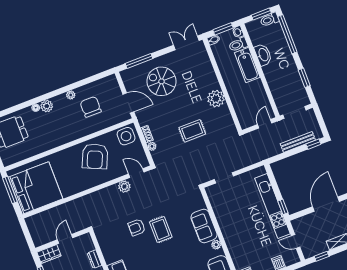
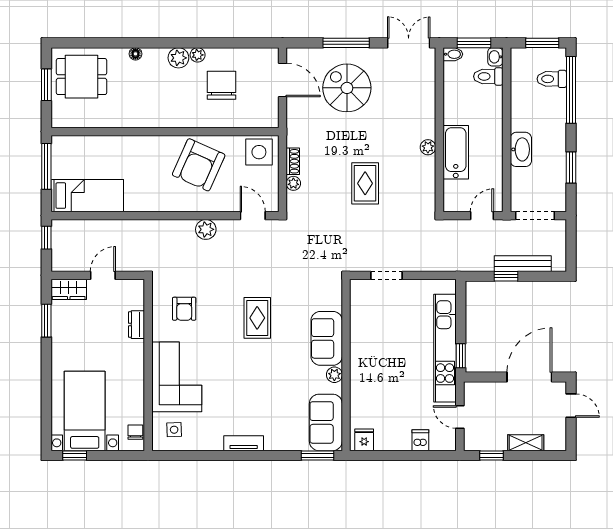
toilet: (269, 20) -> (552, 79), moved
washbasin: (263, 55) -> (521, 149), moved
window: (139, 61) -> (346, 43), moved
bathtub: (247, 65) -> (456, 152), moved, turned 180
plant: (216, 99) -> (428, 147), width x0.53, depth x0.53
door: (128, 103) -> (283, 80), moved
plant: (47, 106) -> (178, 58), moved
rug: (192, 131) -> (365, 183), turned 90
window: (313, 144) -> (506, 276), moved
plant: (124, 187) -> (206, 229), moved
bed: (35, 188) -> (87, 196), width x0.49
armchair: (137, 227) -> (184, 309), moved, turned -90
window: (25, 230) -> (46, 238), added

